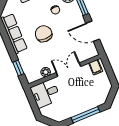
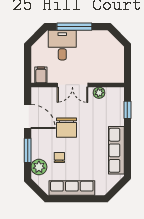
chair: (44, 34) -> (66, 128), moved
desk: (45, 93) -> (62, 45), moved, turned -90

